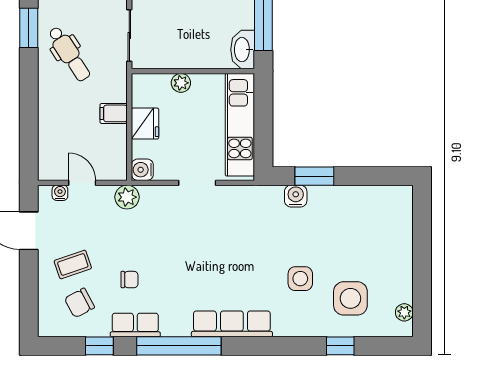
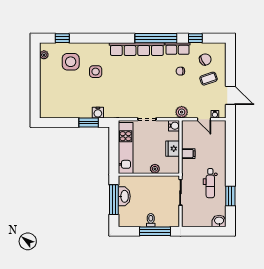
washbasin: (243, 50) -> (124, 196), moved
dental chair: (69, 54) -> (210, 183), turned -147
row of seats: (232, 324) -> (137, 49), width x1.36
window: (340, 346) -> (62, 38), moved

